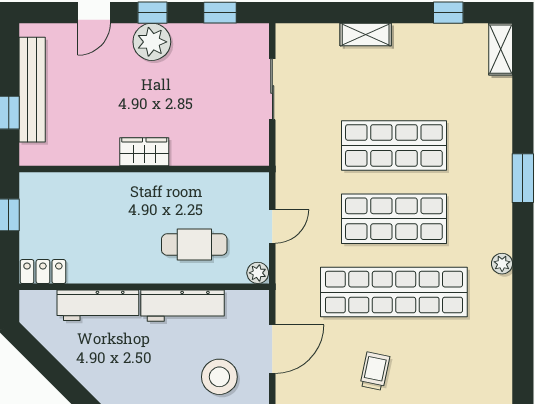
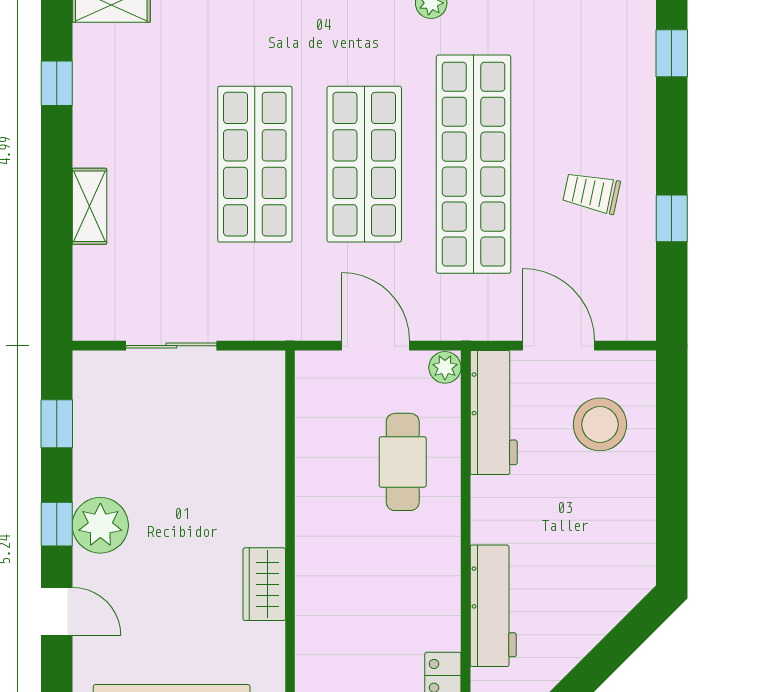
wardrobe: (144, 152) -> (264, 584), moved
door: (272, 226) -> (376, 346), width x1.38
workbench: (183, 306) -> (494, 412), moved

